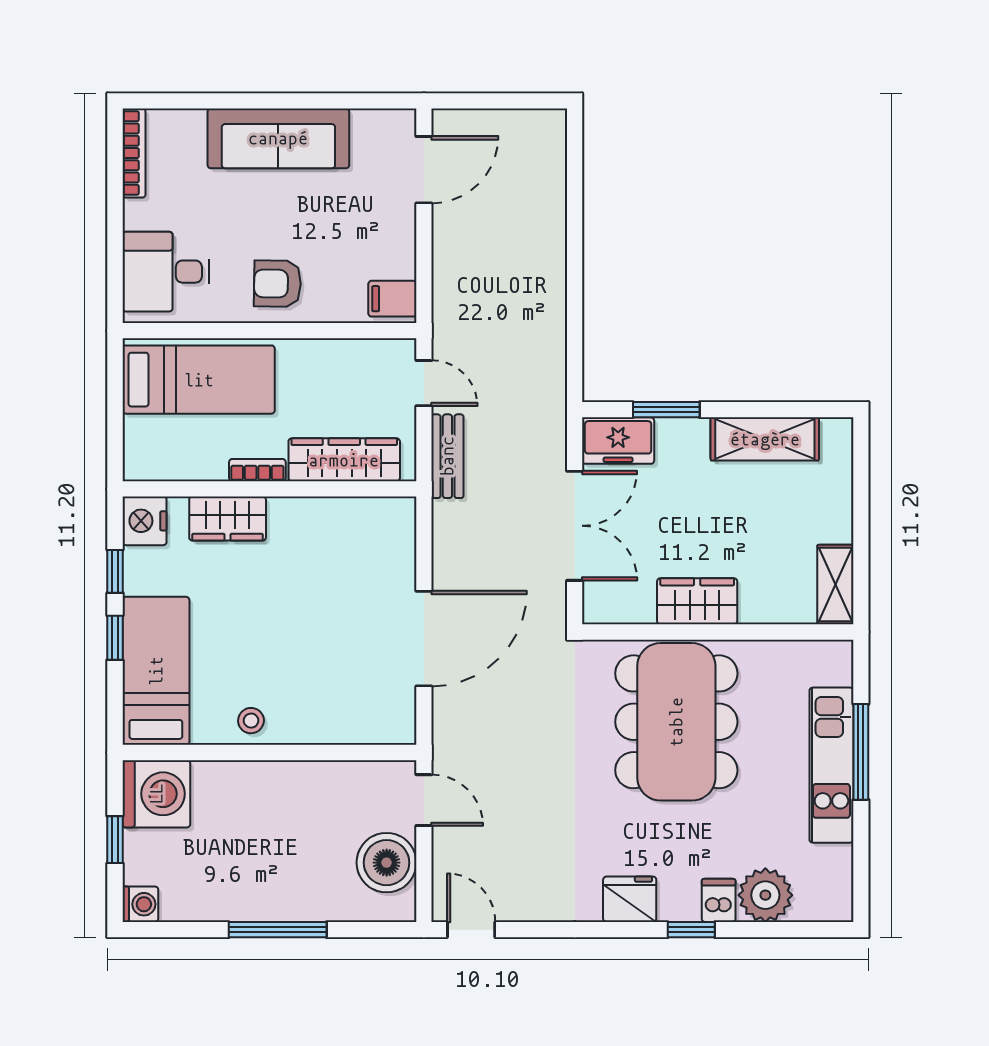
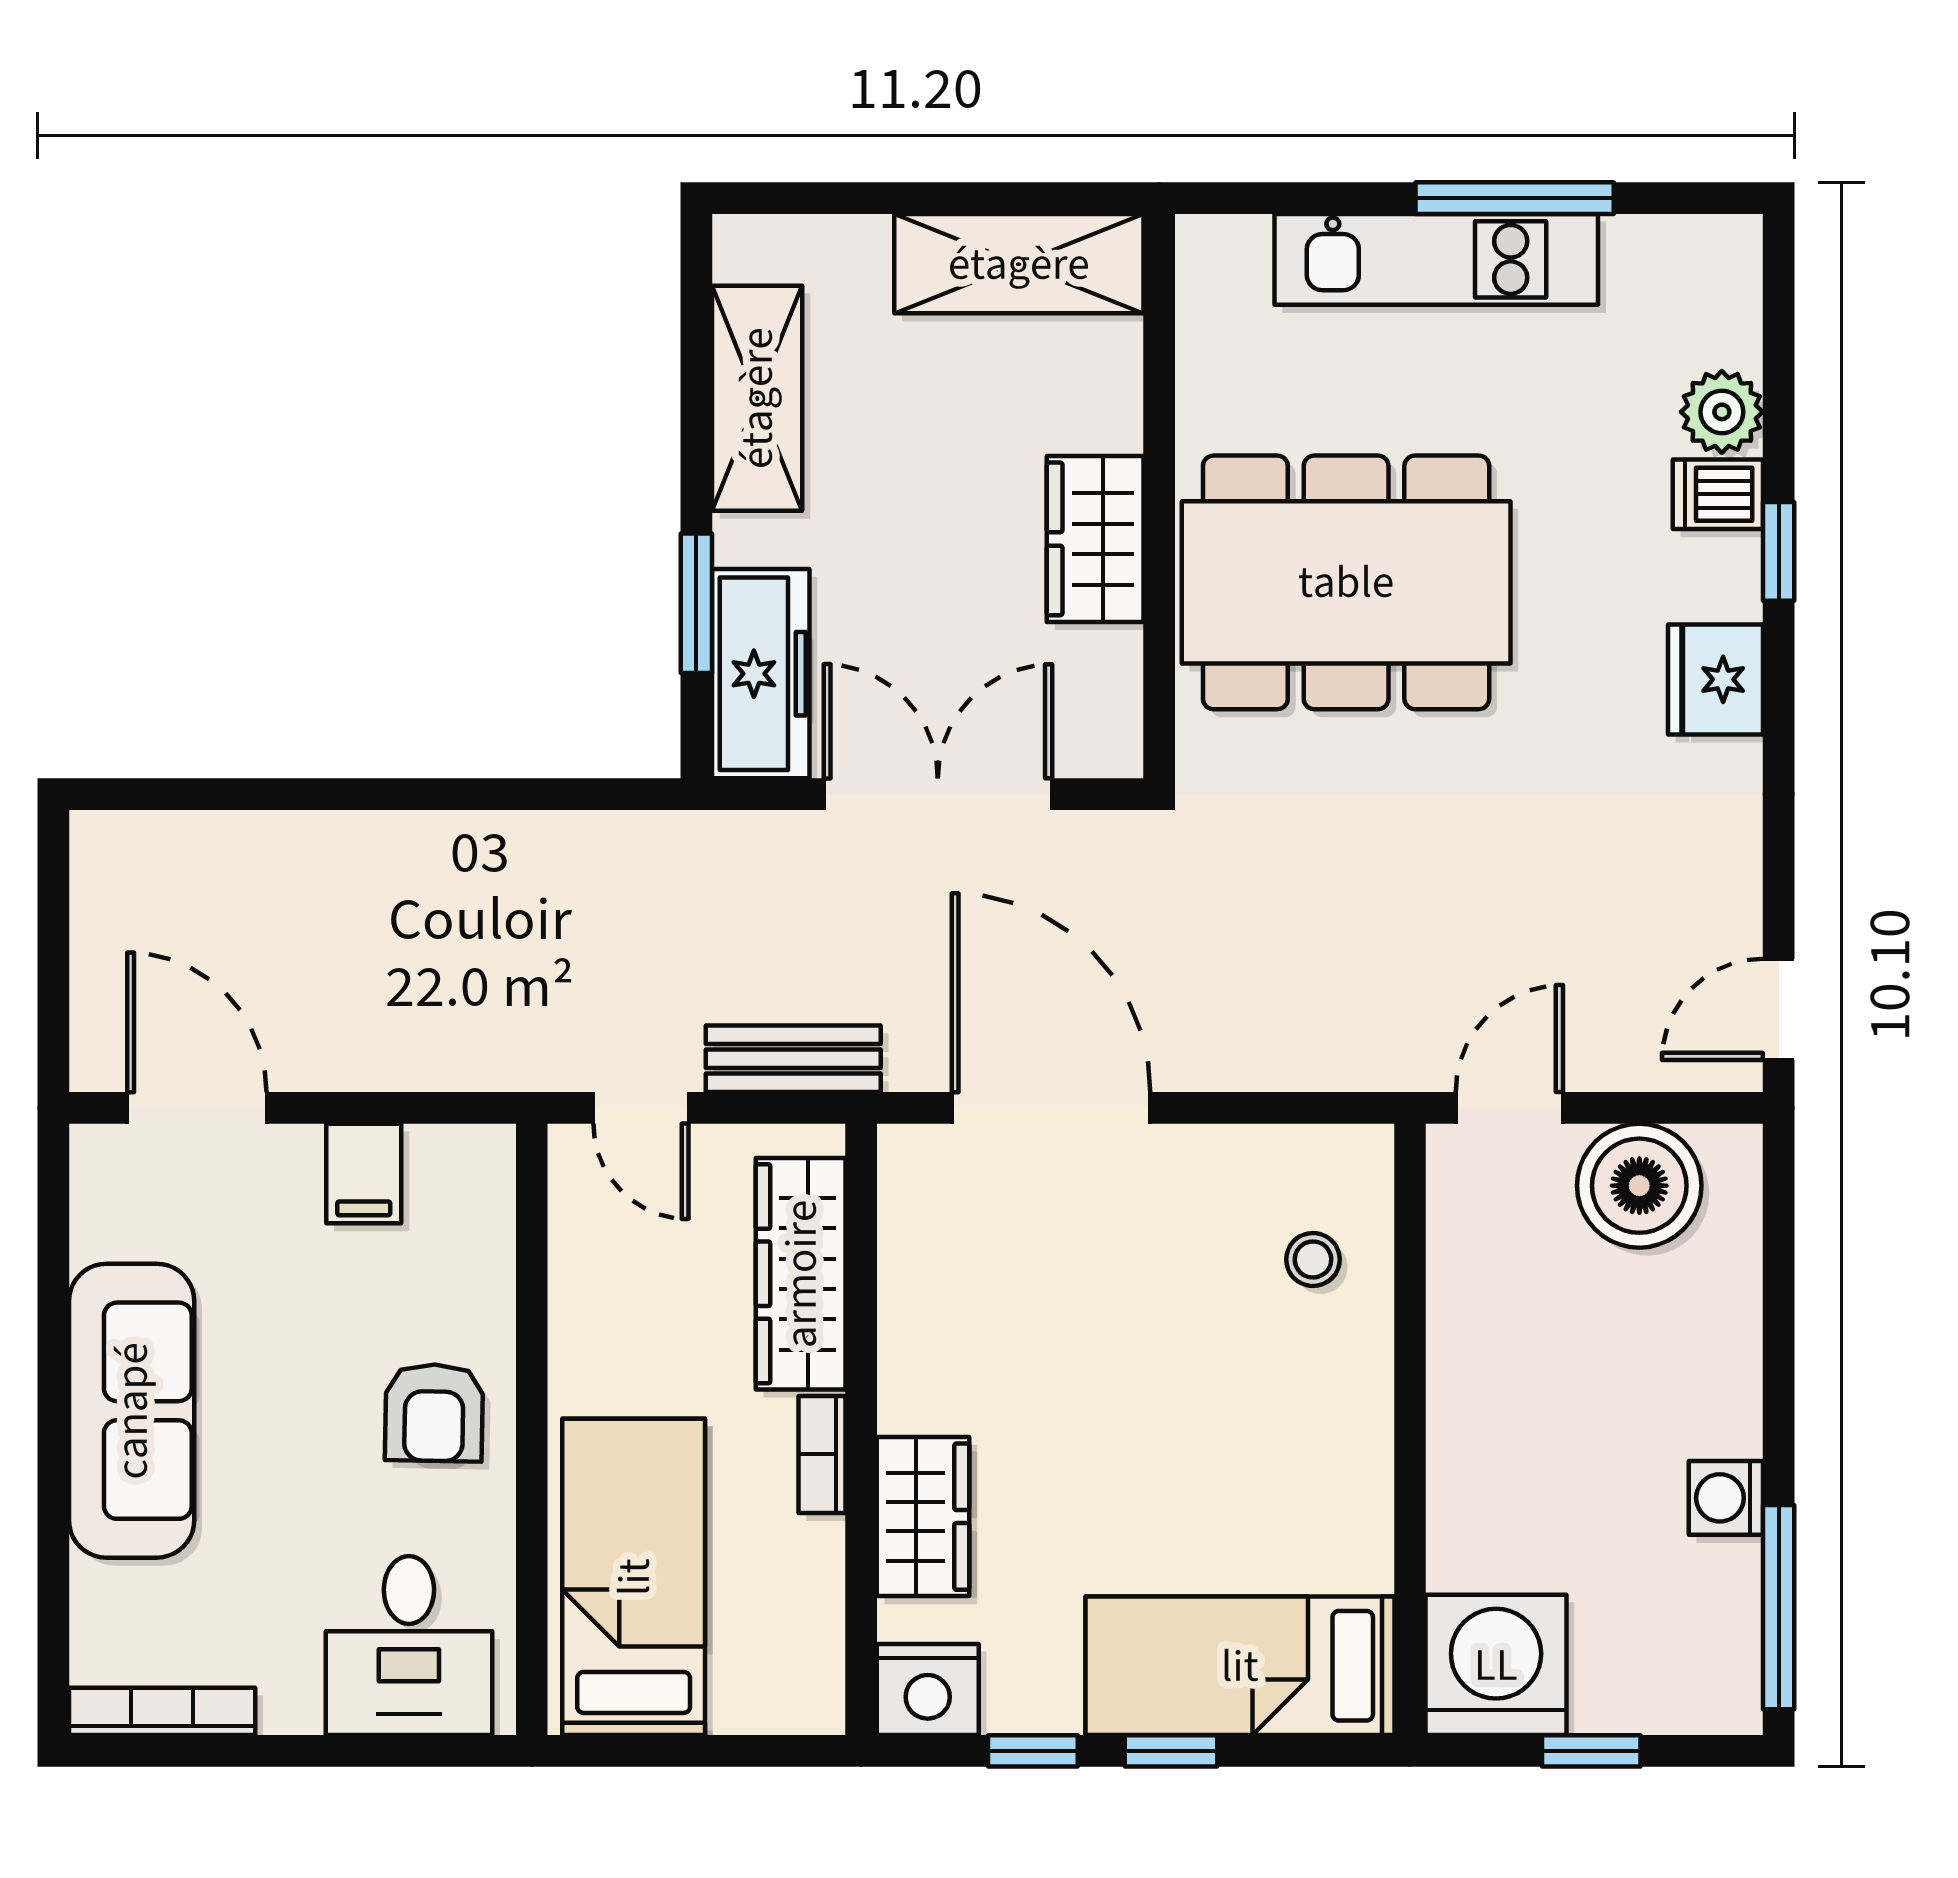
filing cabinet: (392, 299) -> (364, 1173), moved
door: (424, 383) -> (641, 1108), swing flipped
freezer: (618, 441) -> (761, 674), width x1.40
shelving: (835, 585) -> (1019, 264), width x1.50, depth x1.33
door: (424, 639) -> (1051, 1108), moved
stool: (251, 721) -> (1313, 1259), moved
window: (861, 752) -> (1515, 198), moved
plant: (765, 895) -> (1722, 412), width x0.73, depth x0.73
washing machine: (140, 904) -> (1726, 1498), moved, turned -90
window: (278, 930) -> (1779, 1607), moved

